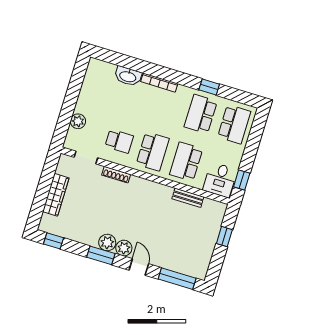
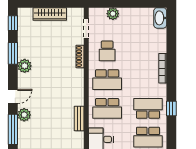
washbasin: (128, 76) -> (160, 18), moved
school desk: (186, 162) -> (107, 108), turned 180
plant: (124, 248) -> (24, 115), moved
window: (101, 255) -> (13, 53), moved

